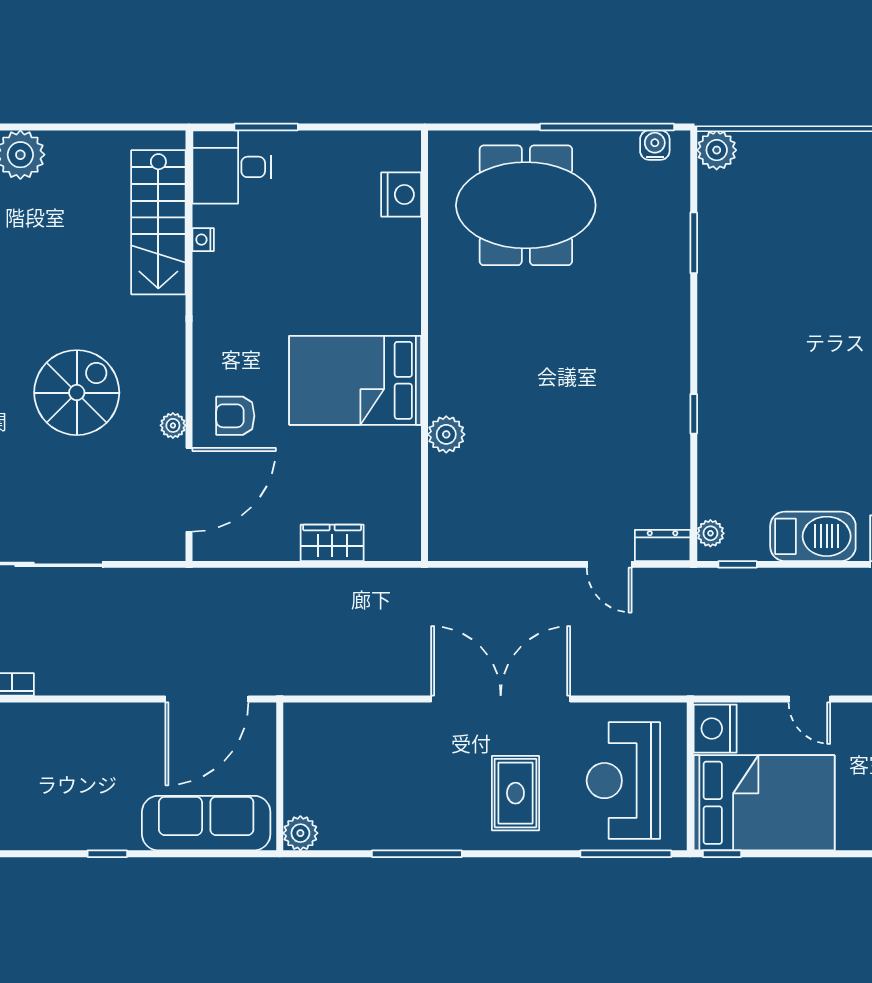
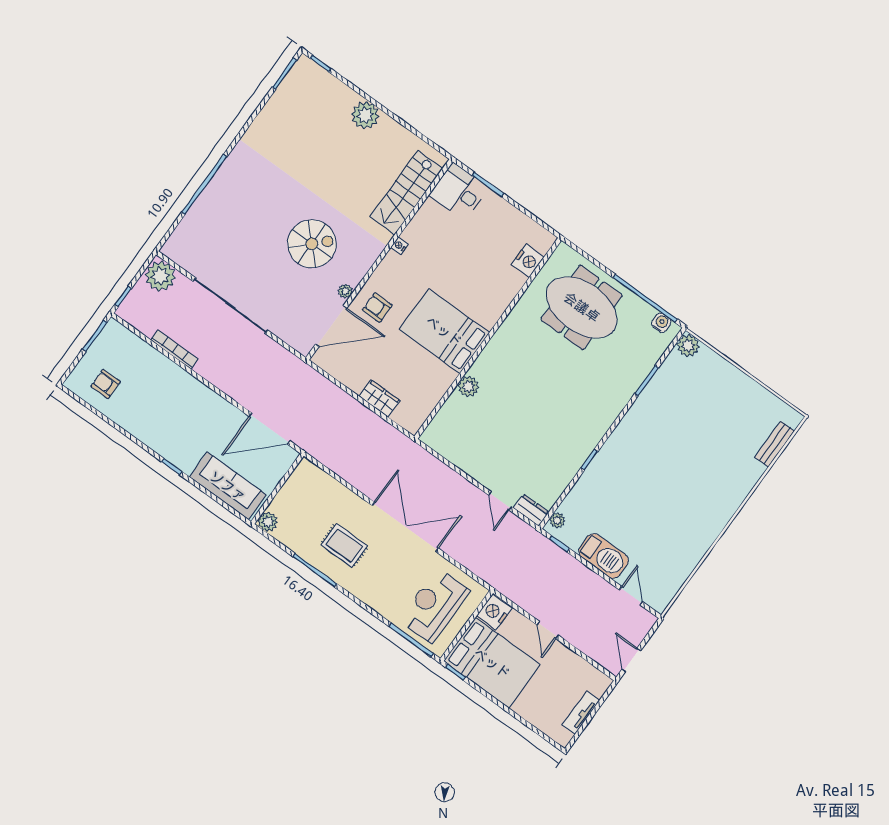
nightstand: (203, 240) -> (399, 246), moved
rug: (515, 793) -> (344, 545), moved, turned 90

